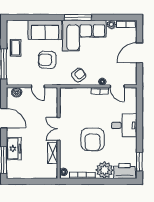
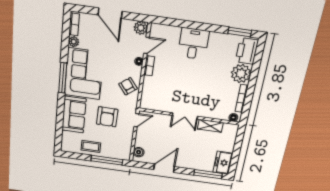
plant: (131, 80) -> (141, 28), added
door: (38, 86) -> (136, 120), moved
armchair: (93, 139) -> (203, 82), removed
freezer: (14, 149) -> (223, 163), moved, turned -90

